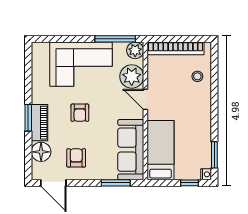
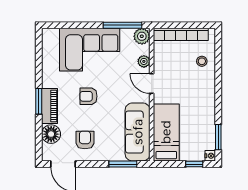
plant: (132, 76) -> (144, 61), width x0.53, depth x0.53
armchair: (80, 113) -> (88, 96), turned 90

